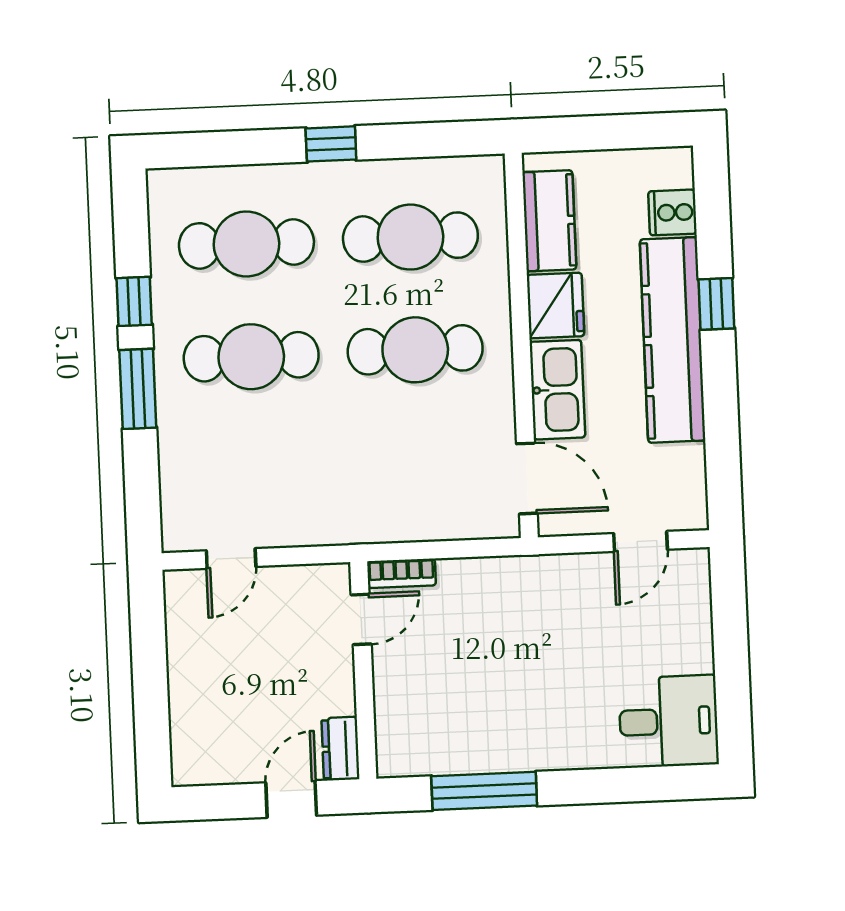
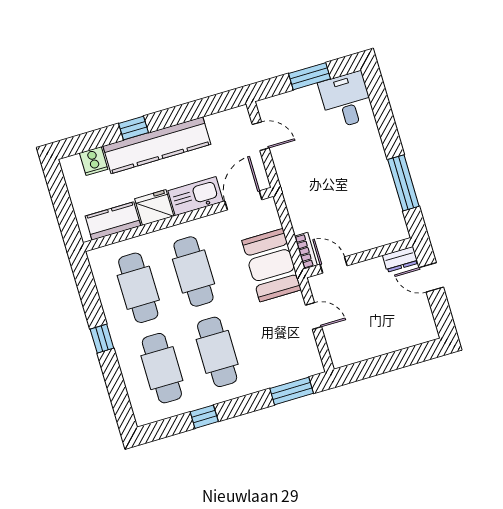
window: (138, 389) -> (292, 391), moved
booth: (390, 501) -> (272, 265), added
door: (231, 559) -> (313, 316), moved
window: (731, 663) -> (310, 76), added

